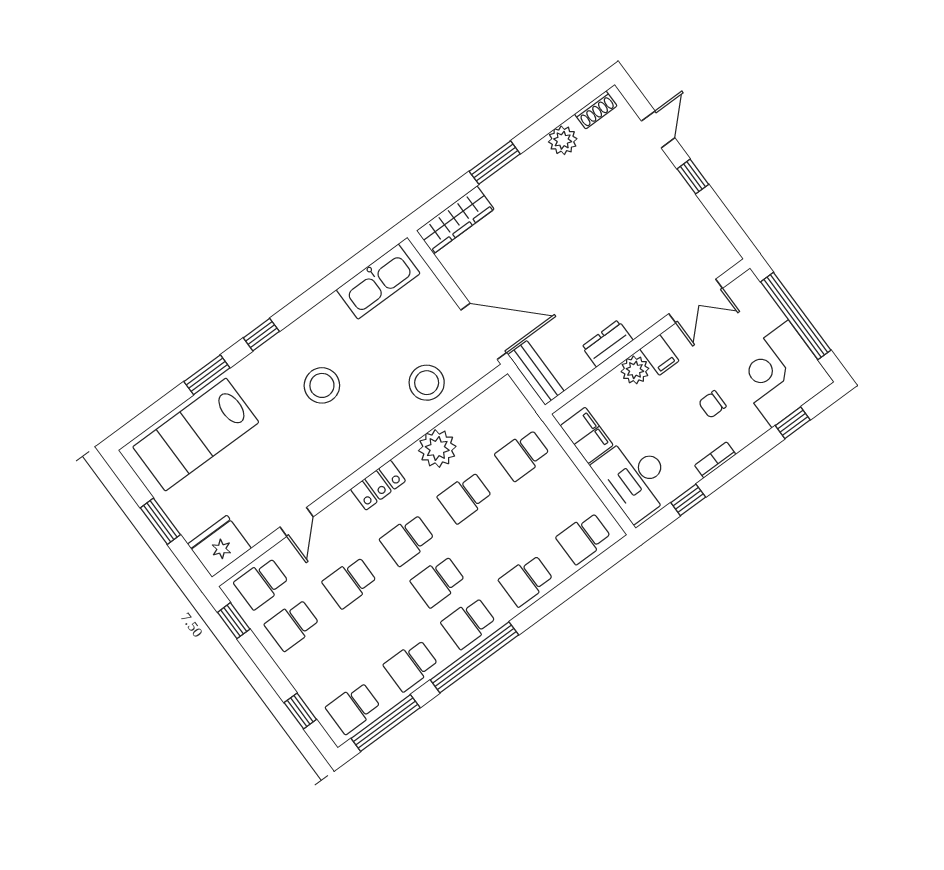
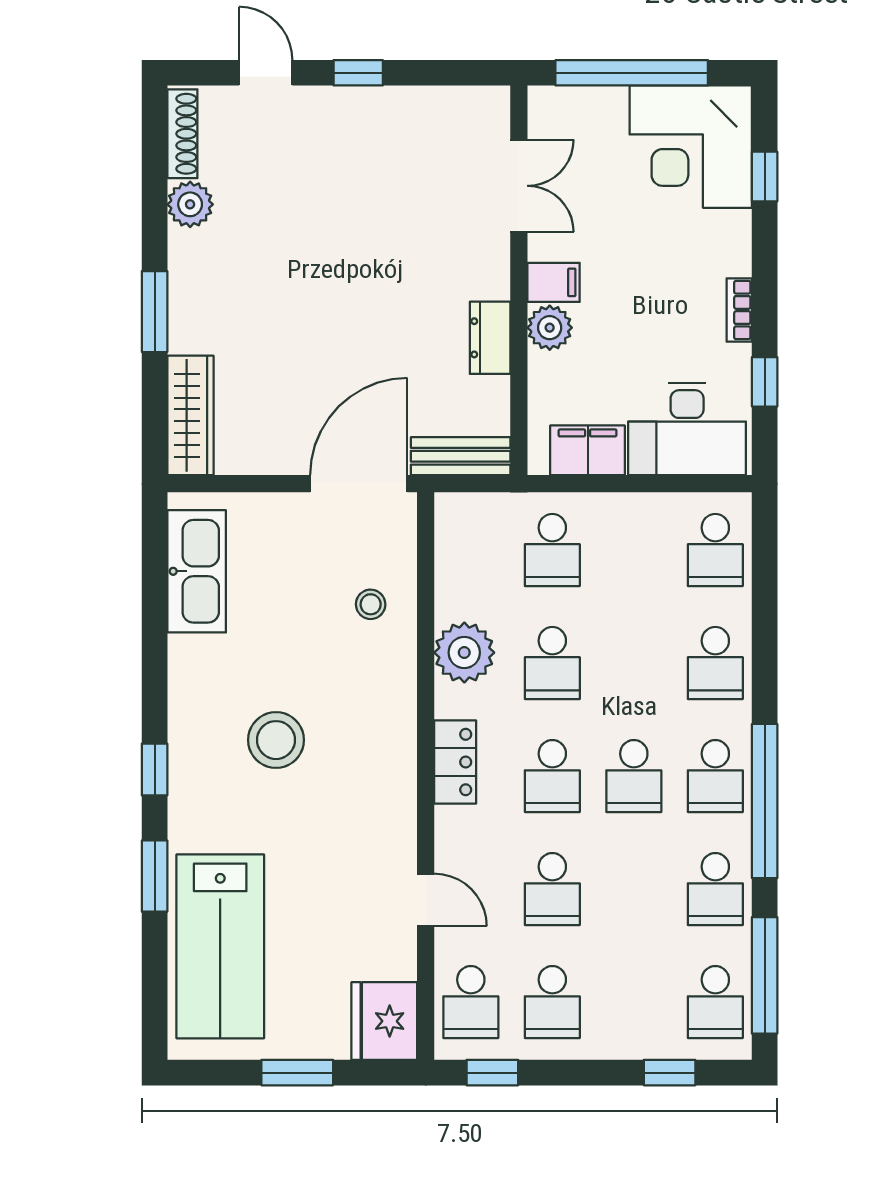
shoe rack: (596, 110) -> (182, 134), width x1.43
stool: (427, 383) -> (371, 604), width x0.53, depth x0.53
chair: (712, 404) -> (666, 261), removed

